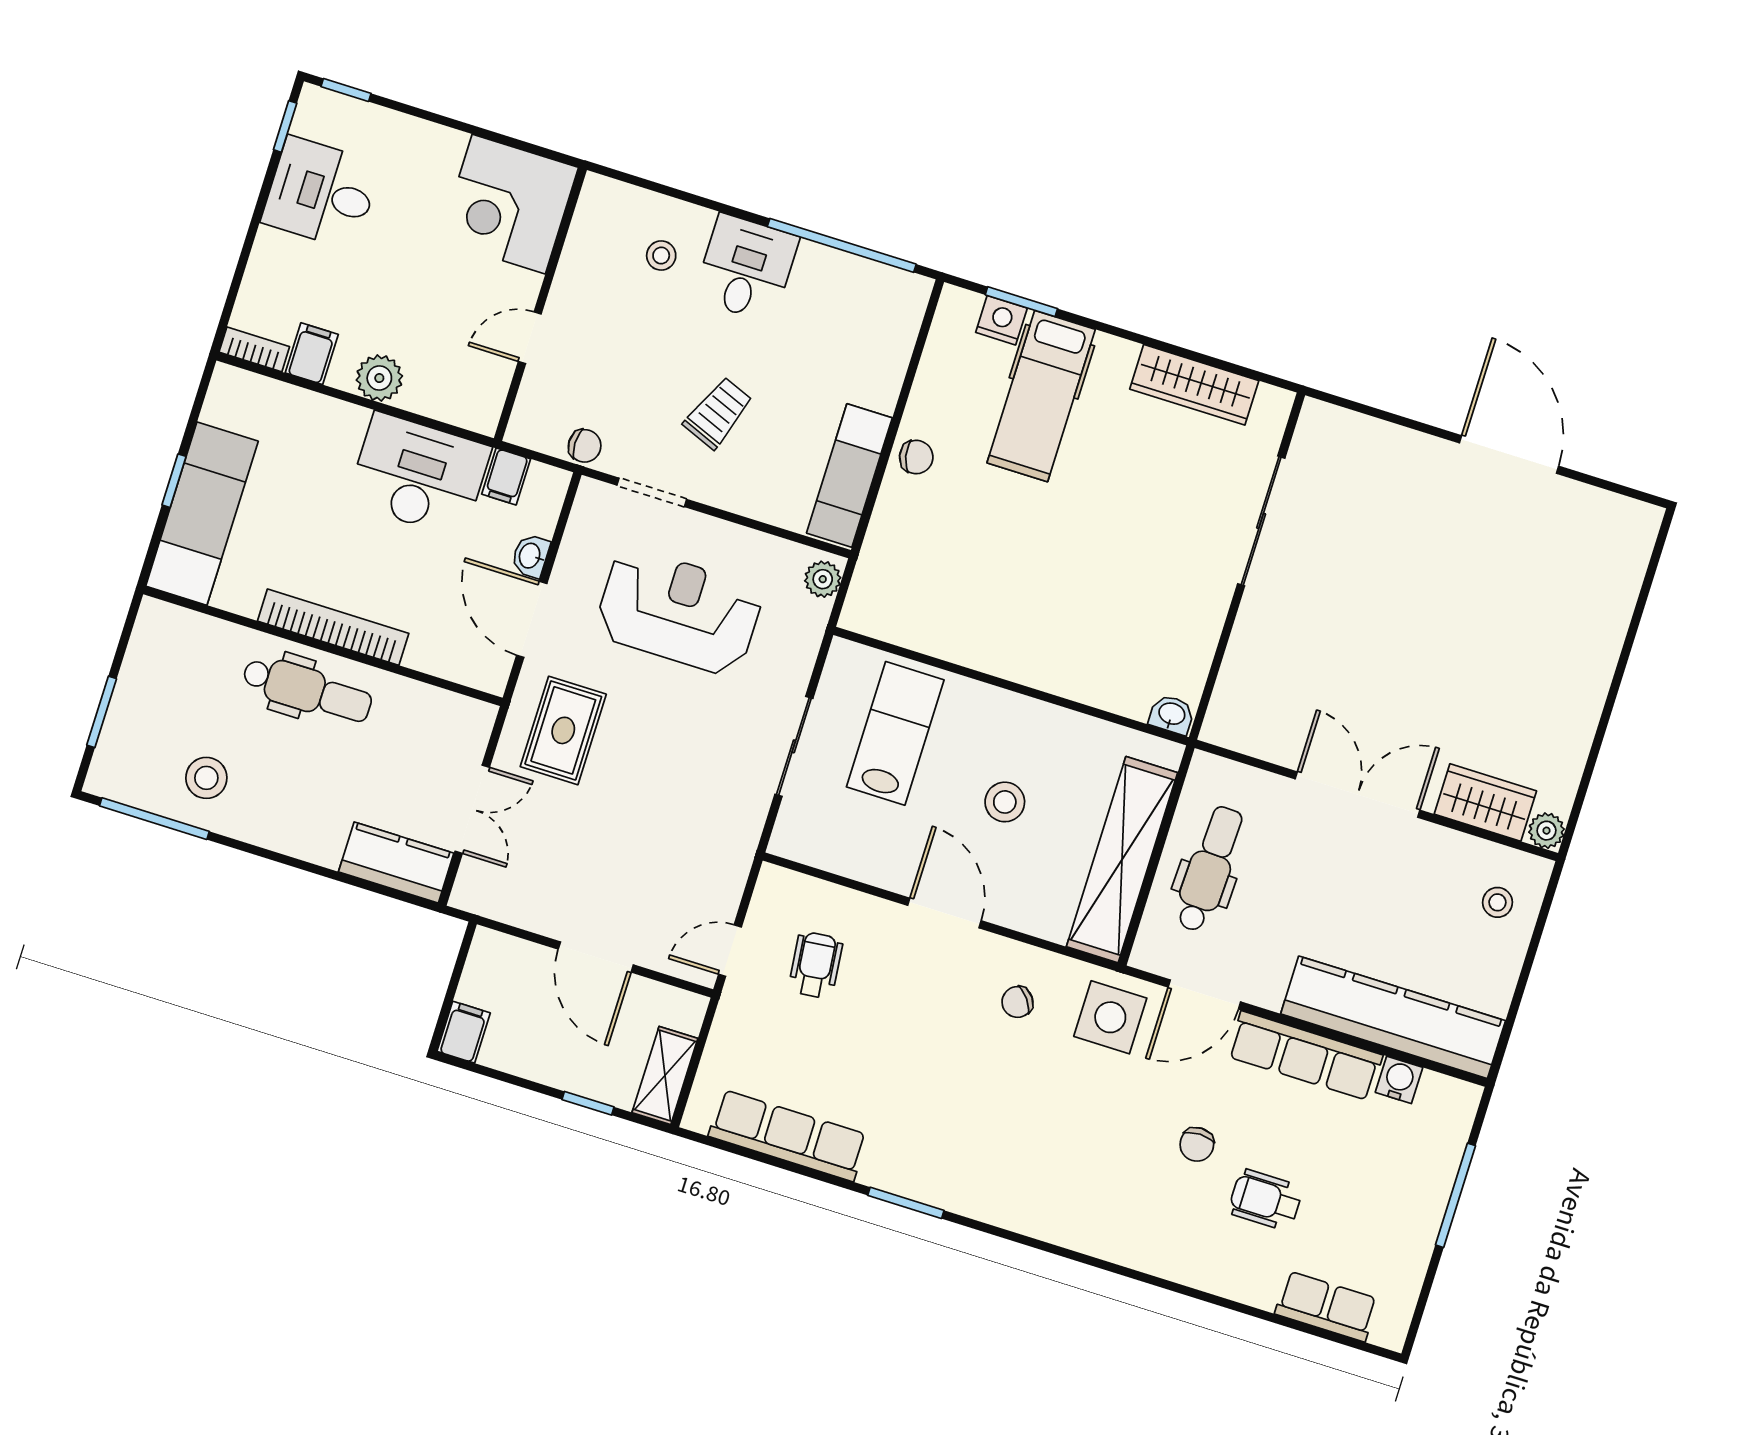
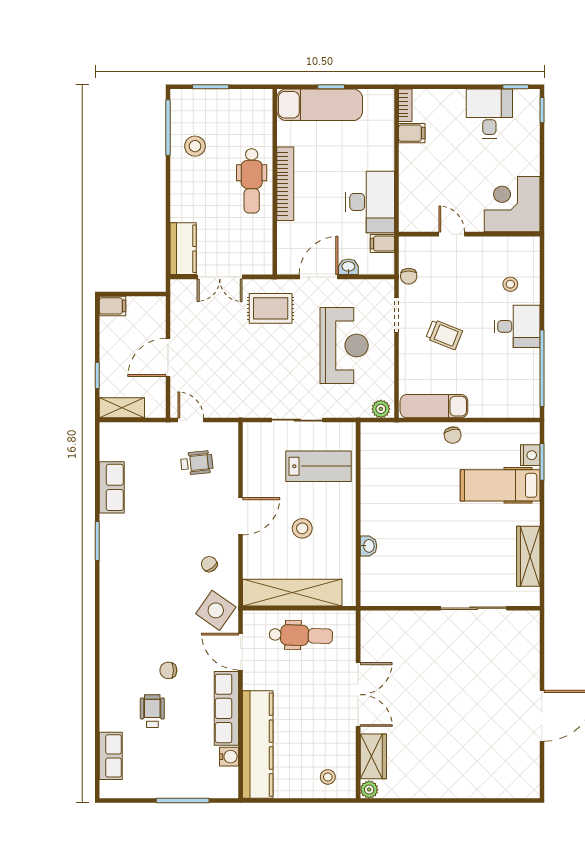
plant: (379, 378) -> (410, 169), removed
washbasin: (1172, 715) -> (368, 546), moved
side table: (1110, 1017) -> (216, 610), turned 35
row of seats: (788, 1135) -> (112, 487), width x0.68

